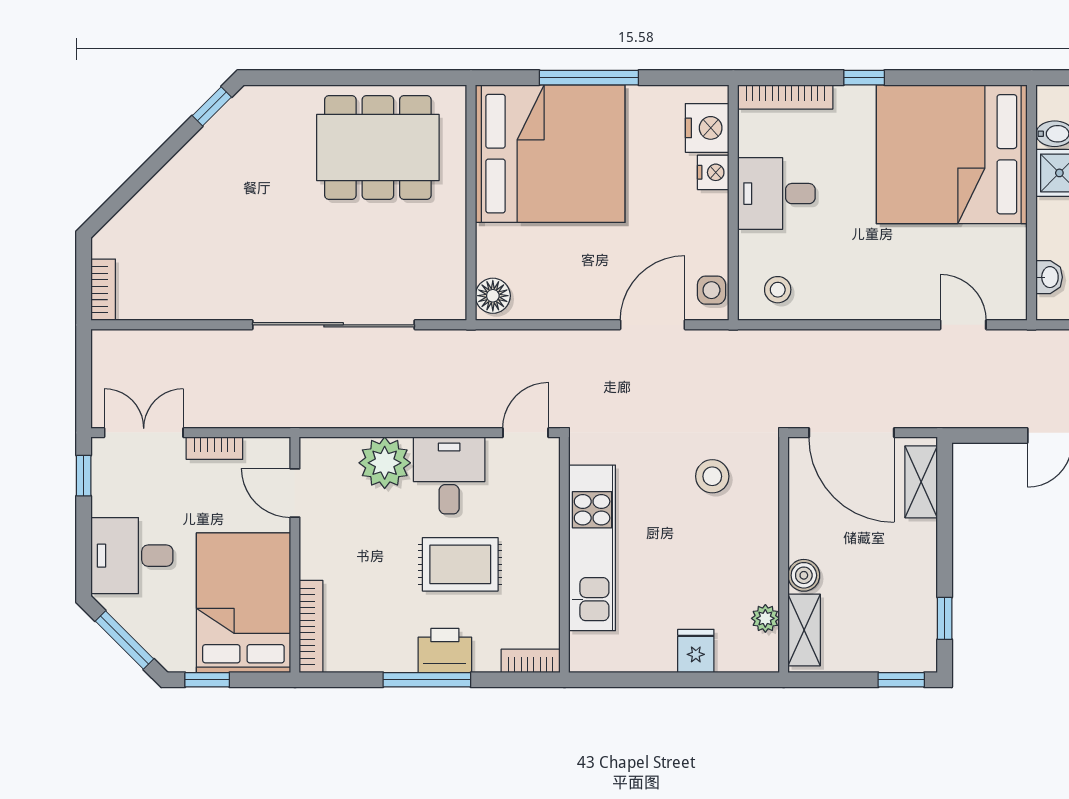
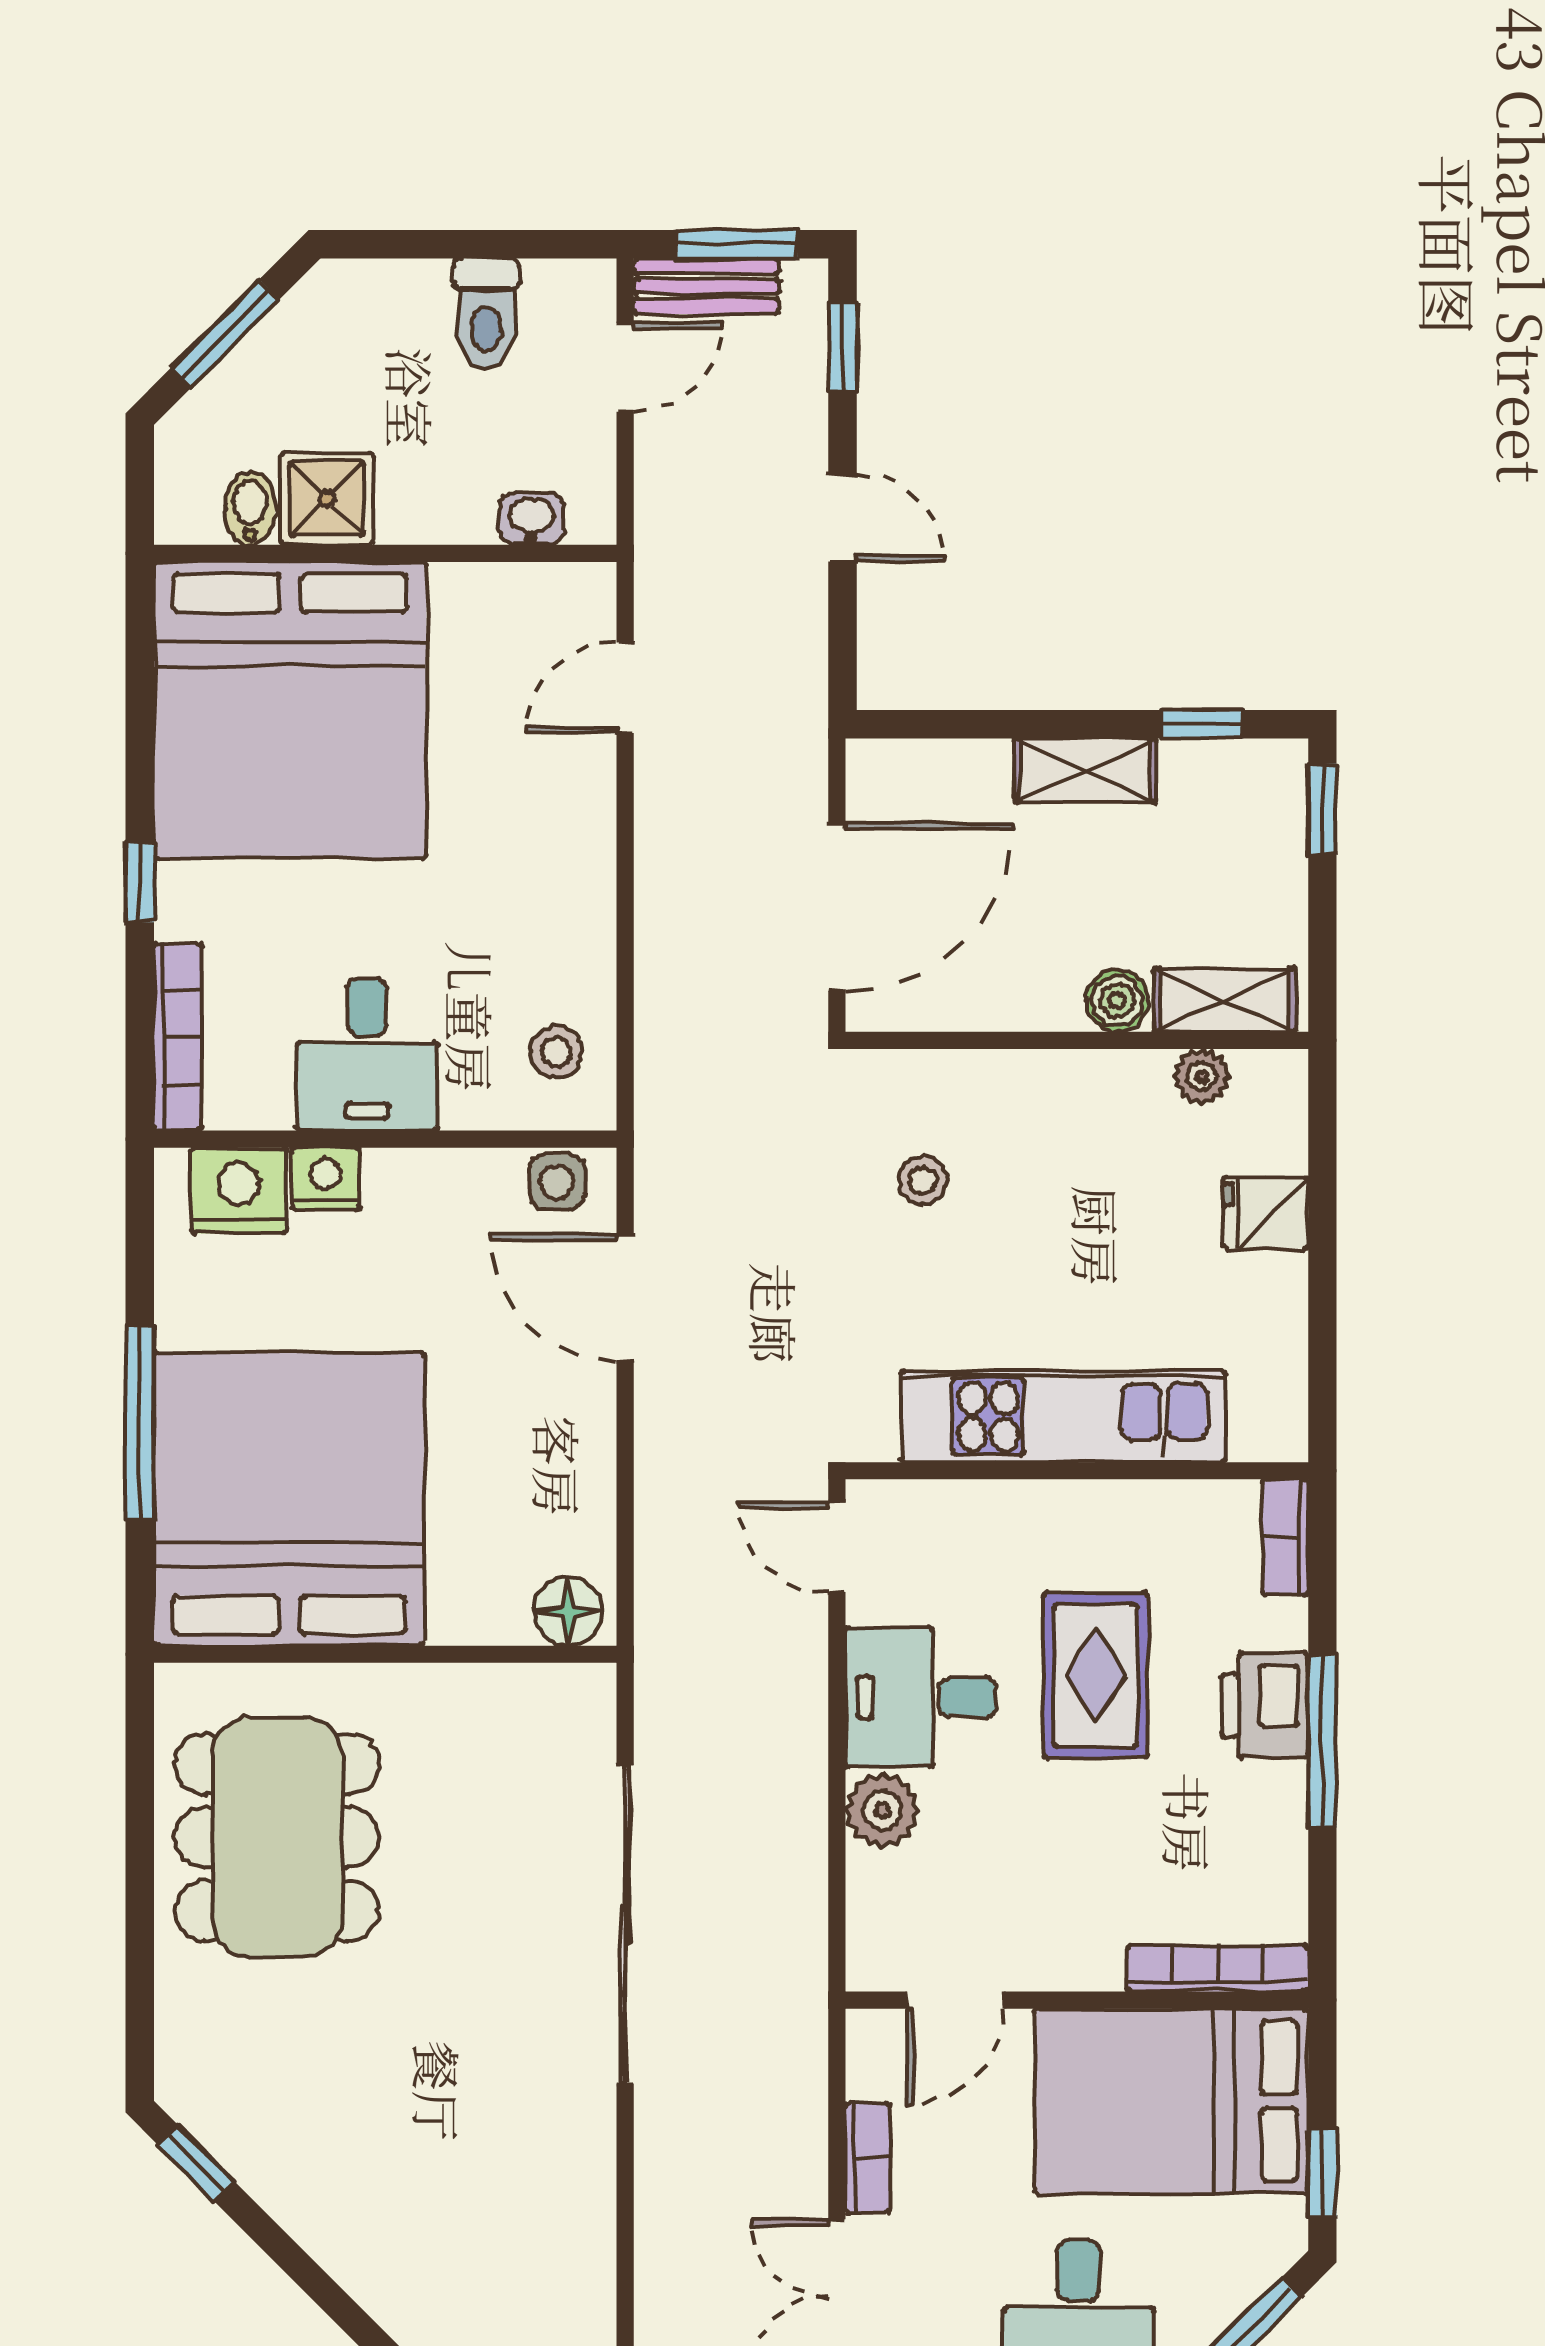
plant: (385, 463) -> (883, 1810), width x0.73, depth x0.73
stool: (712, 476) -> (923, 1180), width x0.73, depth x0.73
shelving: (921, 482) -> (1085, 770), moved

